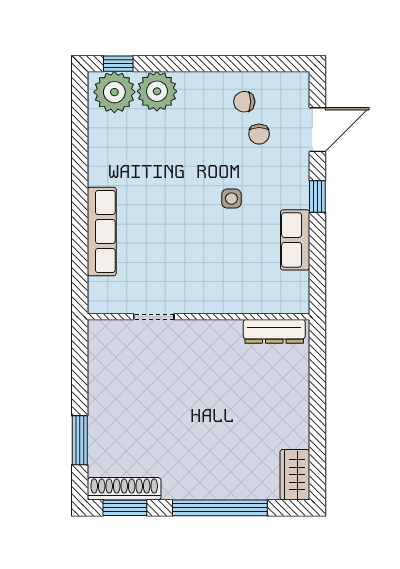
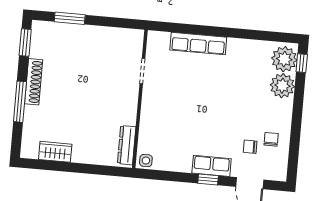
side table: (231, 199) -> (146, 161), moved
row of seats: (295, 240) -> (212, 166), moved
wardrobe: (295, 475) -> (55, 152), moved
shoe rack: (124, 489) -> (34, 82), moved
window: (220, 508) -> (20, 102), width x0.68

